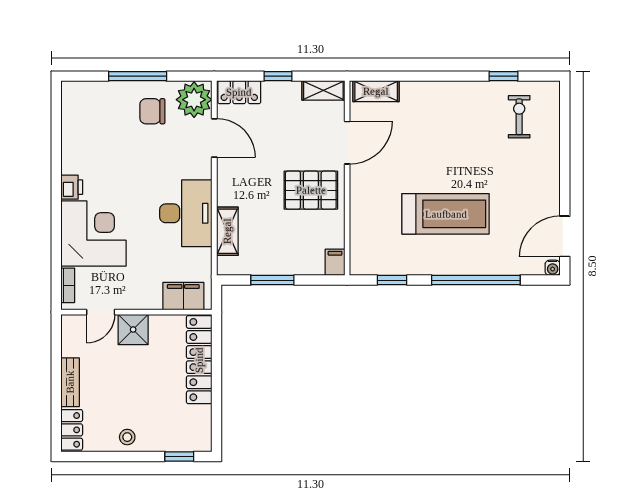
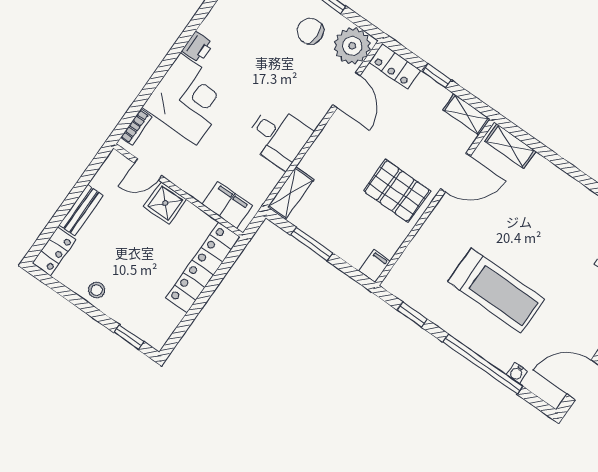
desk: (186, 213) -> (278, 137), width x0.73
shelving: (227, 231) -> (291, 193), moved
water cooler: (553, 268) -> (517, 373), moved

